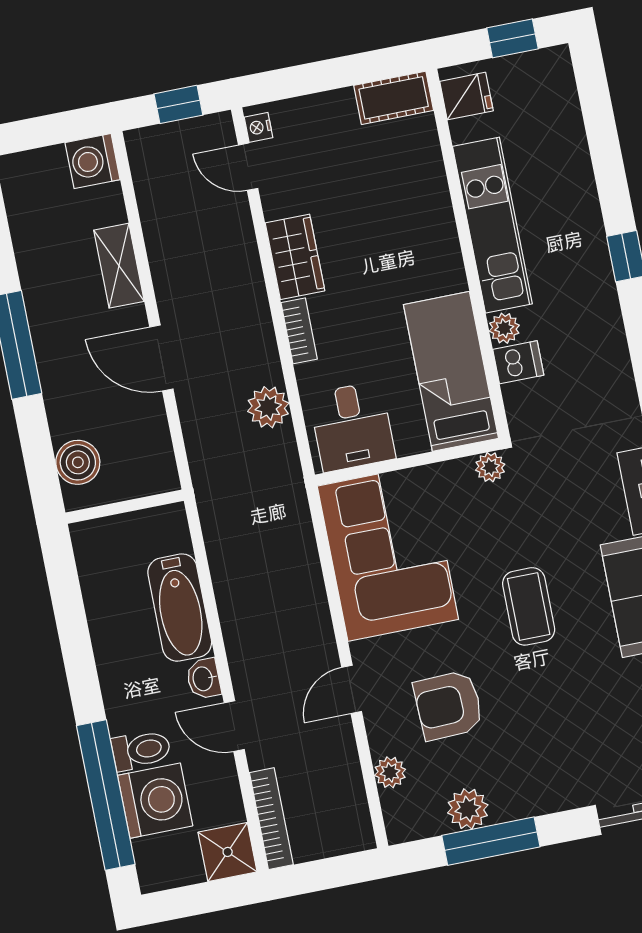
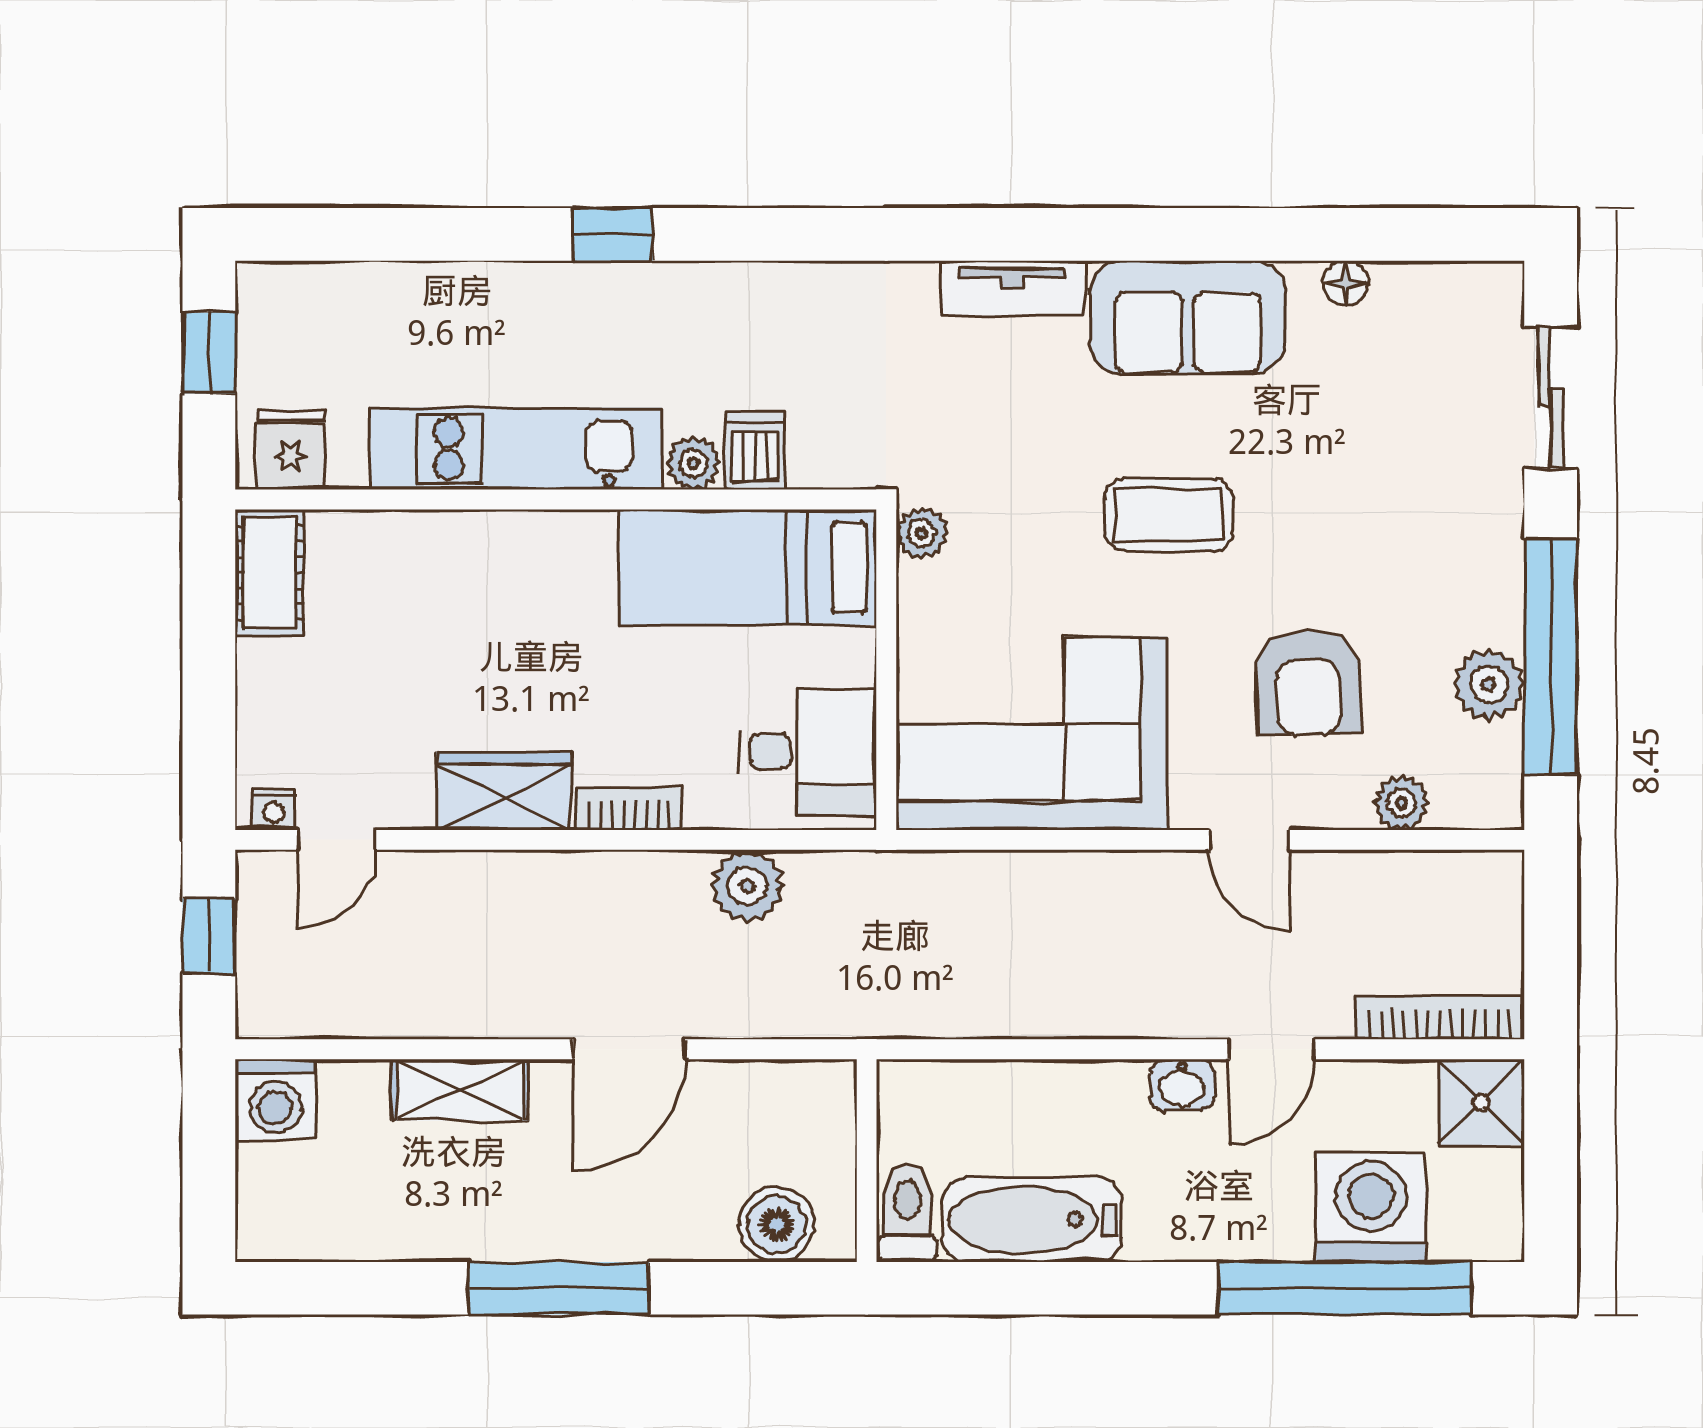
bathtub: (180, 608) -> (1032, 1220), moved, turned 180
toilet: (141, 750) -> (907, 1214), moved
window: (491, 841) -> (1551, 656), width x1.46

